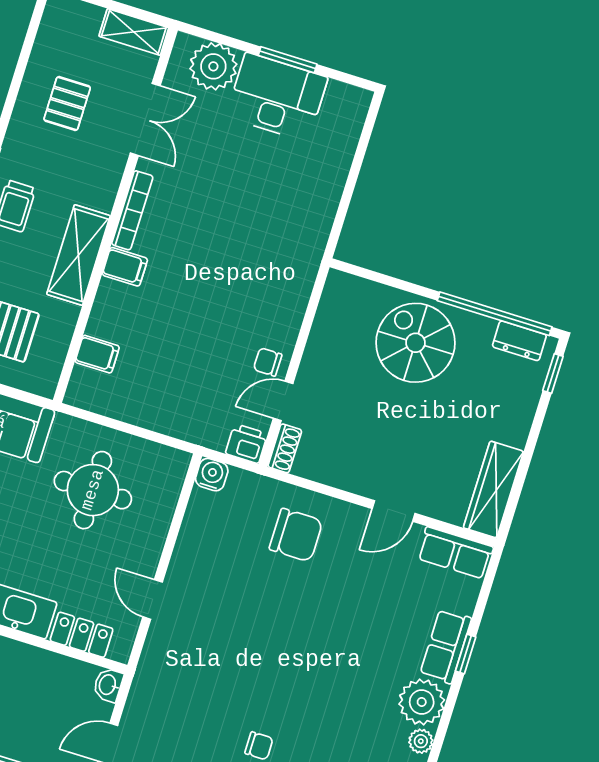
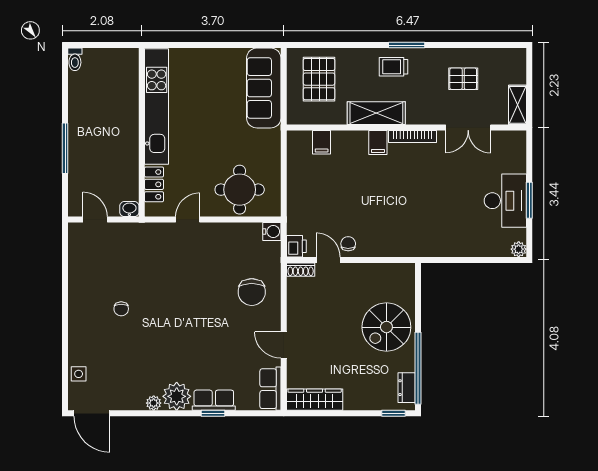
plant: (213, 66) -> (519, 249), moved, width x0.53, depth x0.53
spiral stairs: (415, 343) -> (386, 327), turned 180
round table: (93, 490) -> (240, 190), moved

